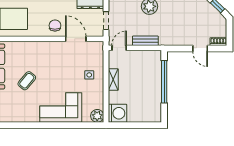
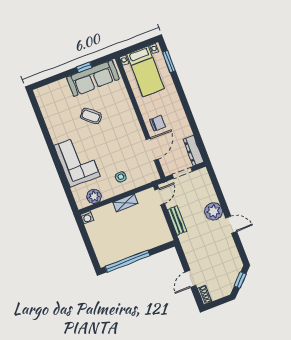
door: (119, 48) -> (160, 197), hinge flipped
window: (164, 82) -> (127, 261), moved
washing machine: (117, 113) -> (87, 217), width x0.53, depth x0.53
plant: (97, 116) -> (94, 196), moved

